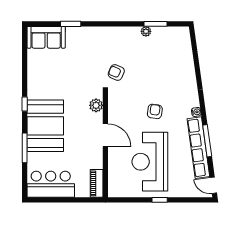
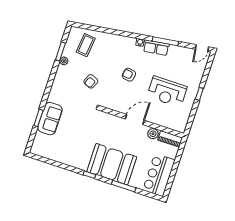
sofa: (46, 37) -> (50, 119), moved
coffee table: (172, 50) -> (86, 45), added
armchair: (116, 72) -> (91, 81), moved
plant: (96, 105) -> (153, 134), moved
row of seats: (198, 148) -> (156, 48), width x0.50
reception desk: (150, 162) -> (167, 92), width x0.74, depth x0.77

